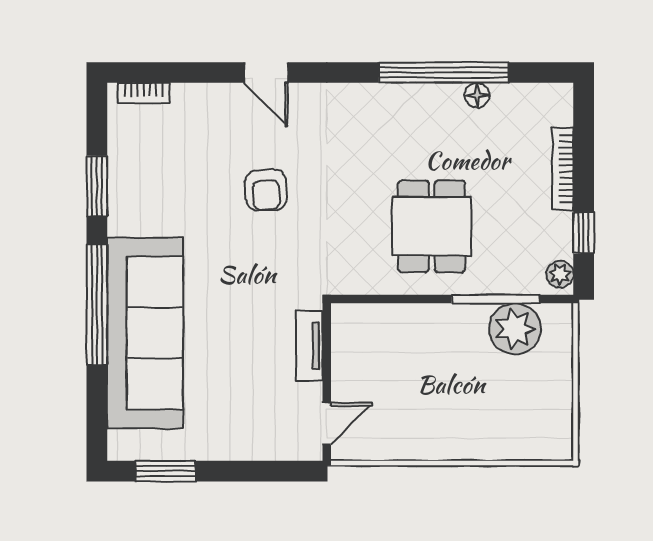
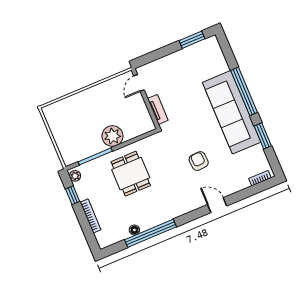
plant: (515, 329) -> (112, 136), moved
sofa: (145, 333) -> (232, 112), moved

